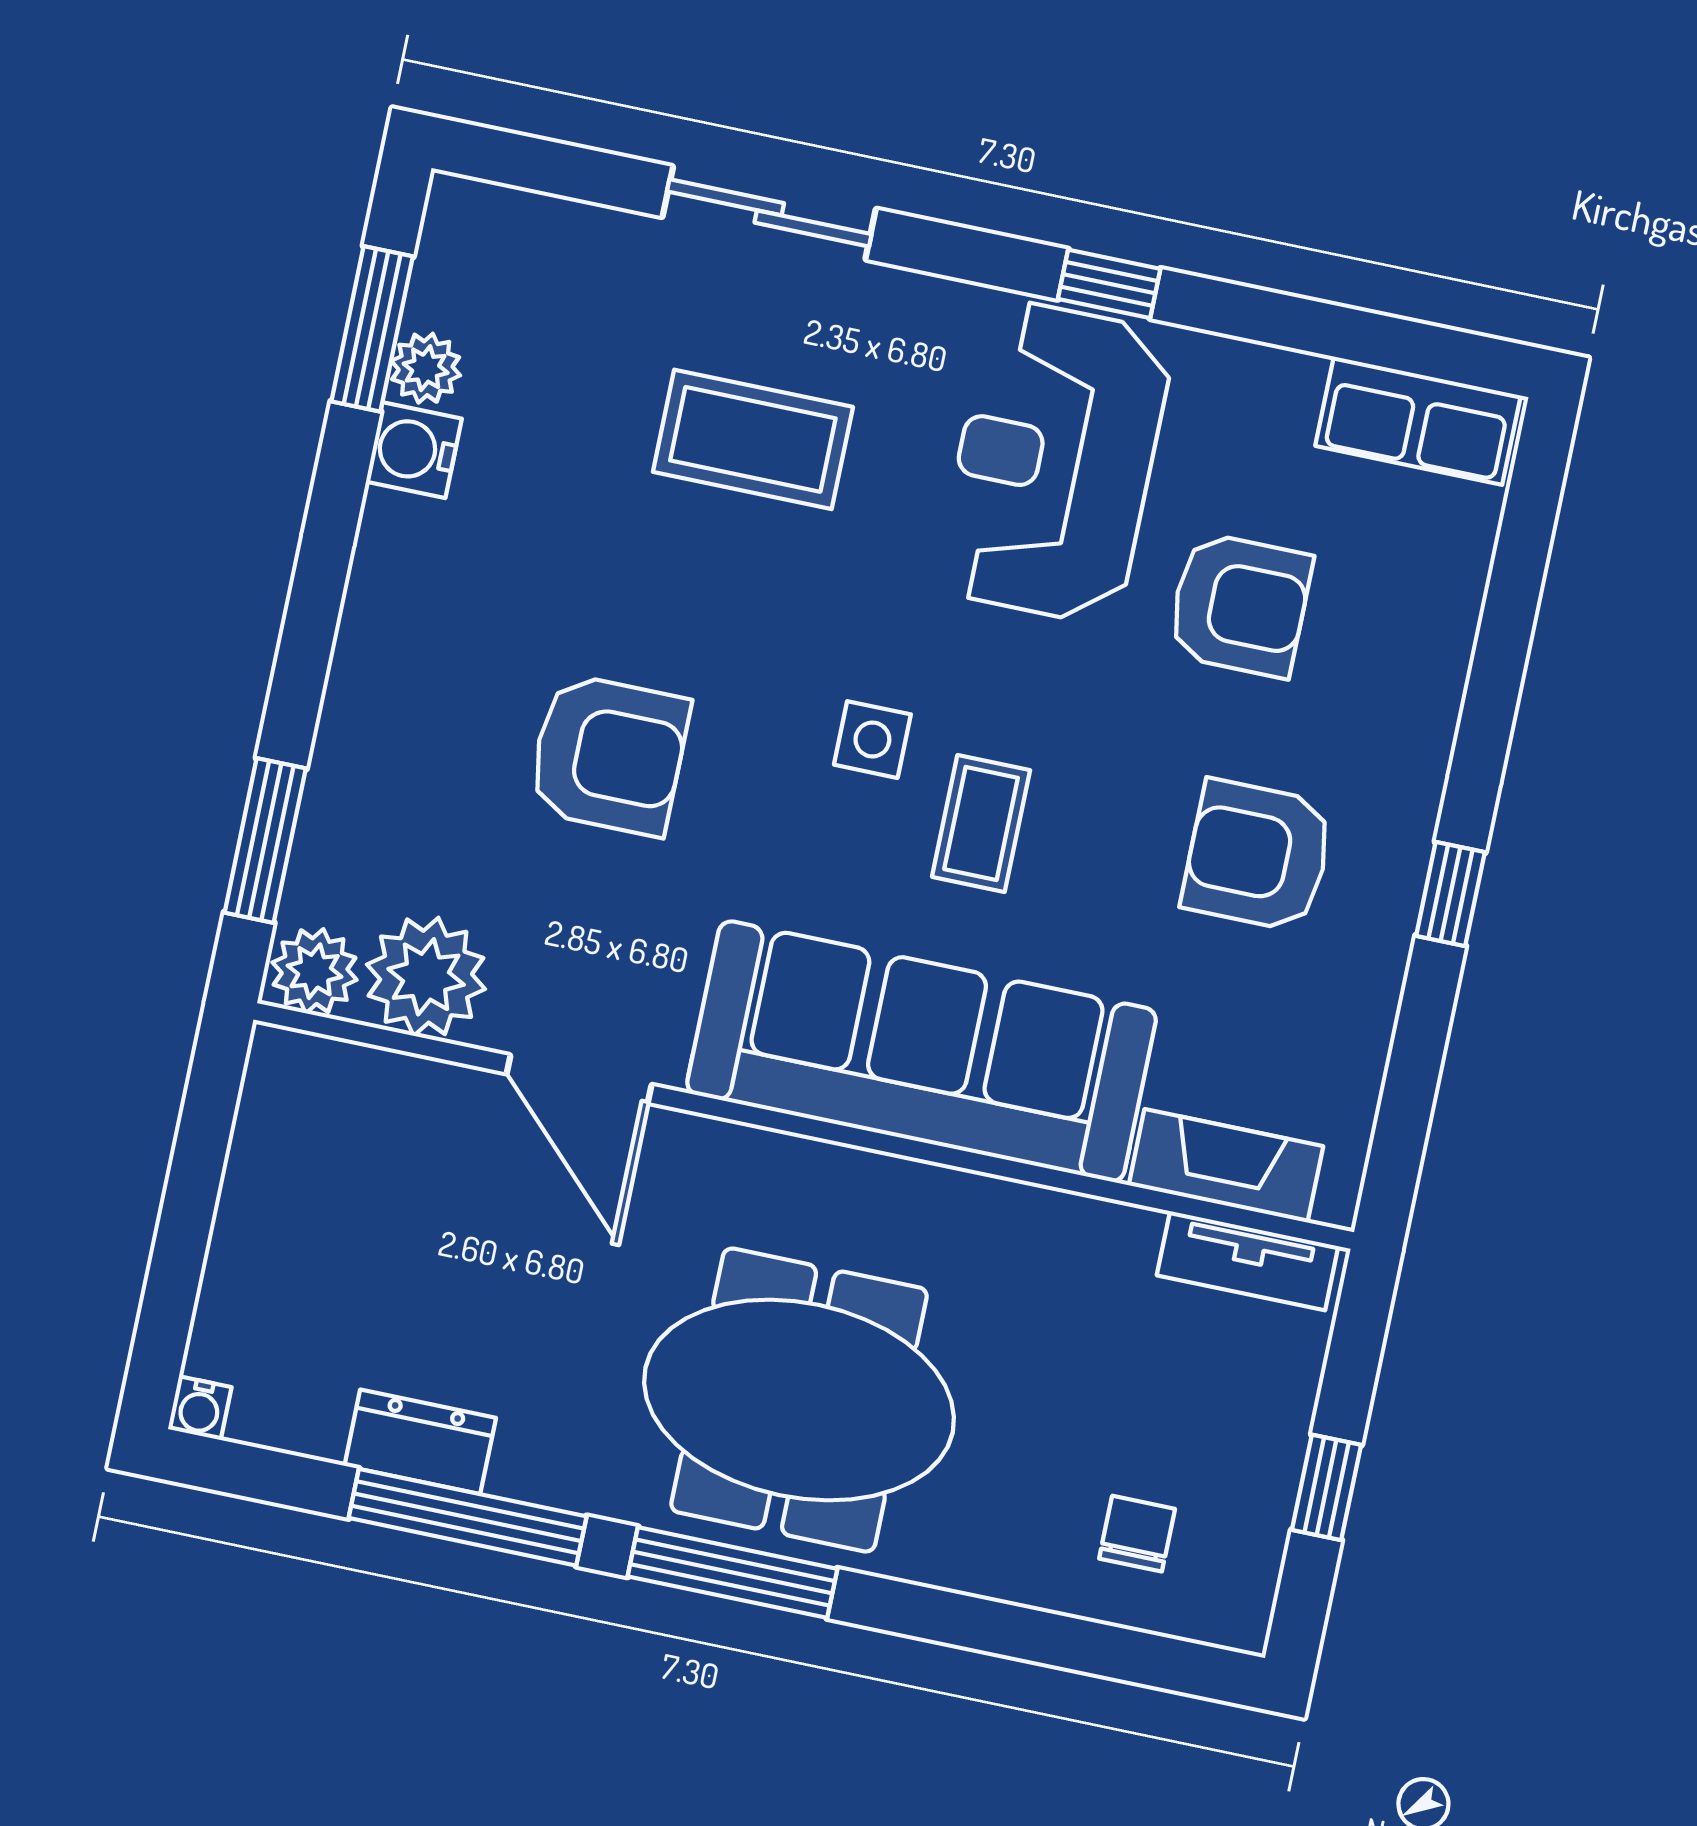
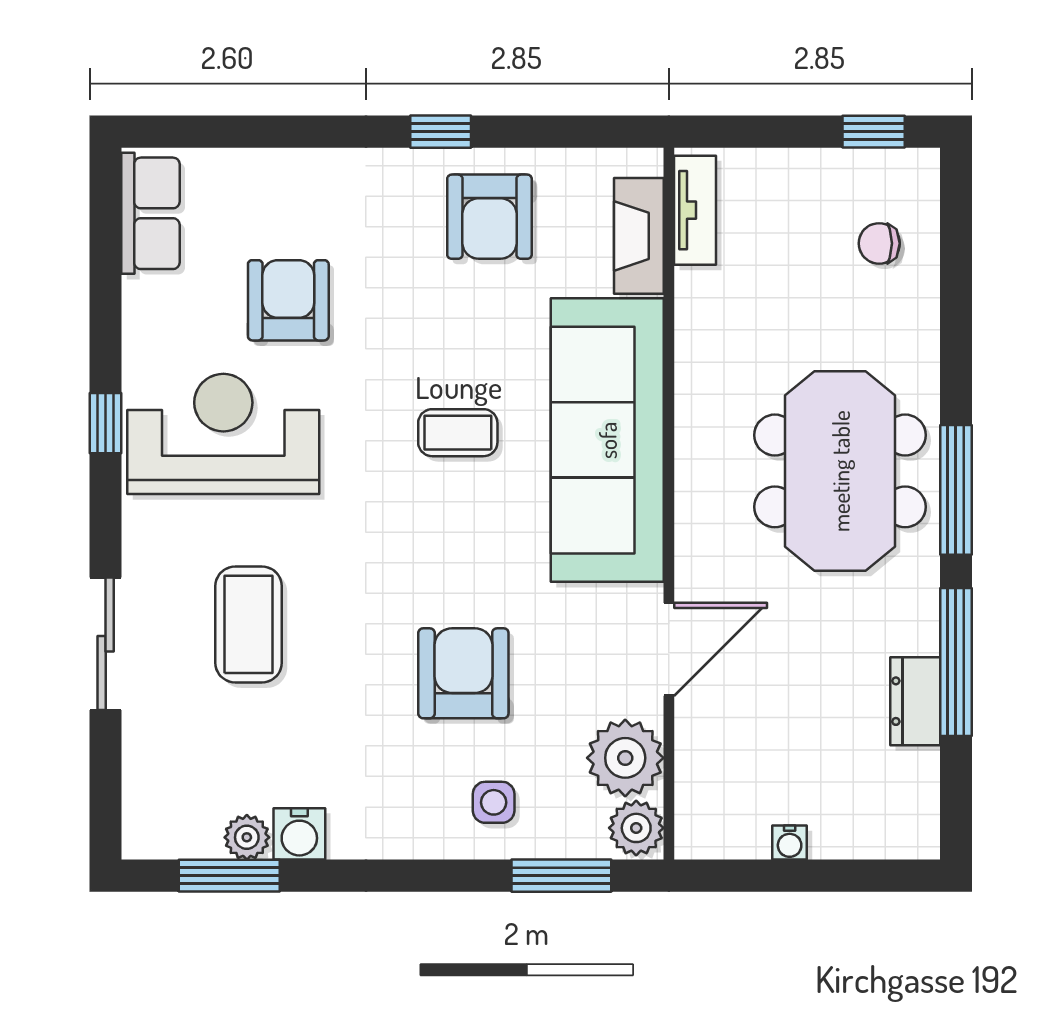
reception desk: (1055, 462) -> (223, 434), turned 180
side table: (872, 740) -> (494, 802), moved
armchair: (1258, 856) -> (489, 217), moved
water cooler: (200, 1408) -> (790, 843), moved, turned 90
window: (1327, 1487) -> (874, 132), moved

